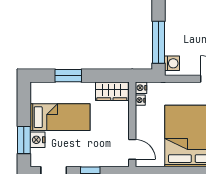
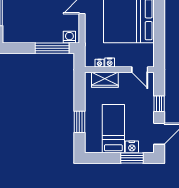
nightstand: (141, 88) -> (110, 62), moved
wardrobe: (112, 91) -> (105, 80), moved, turned 90
door: (132, 149) -> (140, 70), swing flipped

